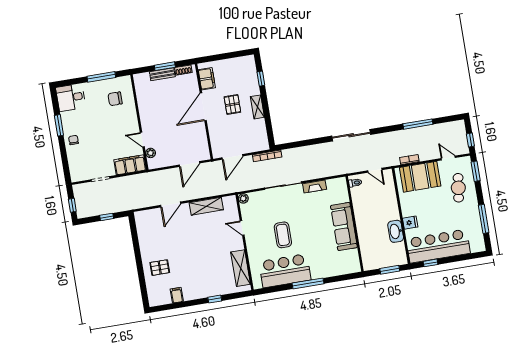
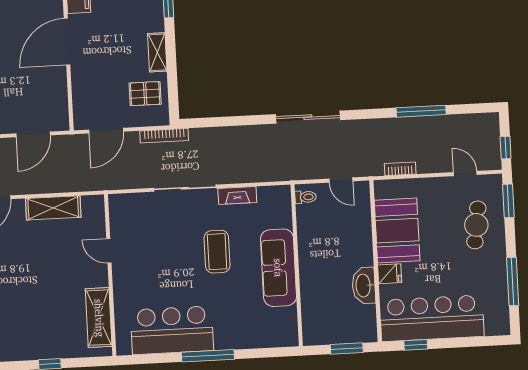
pallet: (232, 104) -> (145, 94), moved, turned 90
booth: (420, 177) -> (397, 231), moved, turned 90
plant: (243, 198) -> (116, 202), removed
coffee table: (283, 235) -> (217, 252), moved

